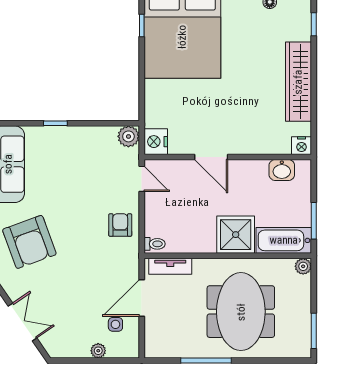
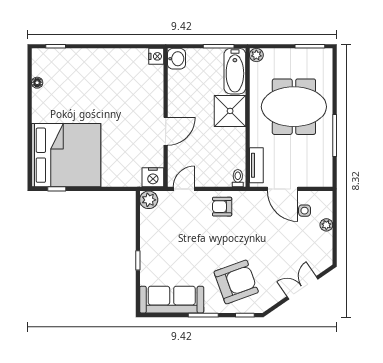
wardrobe: (298, 82) -> (103, 59), removed
washbasin: (282, 170) -> (177, 59), moved

